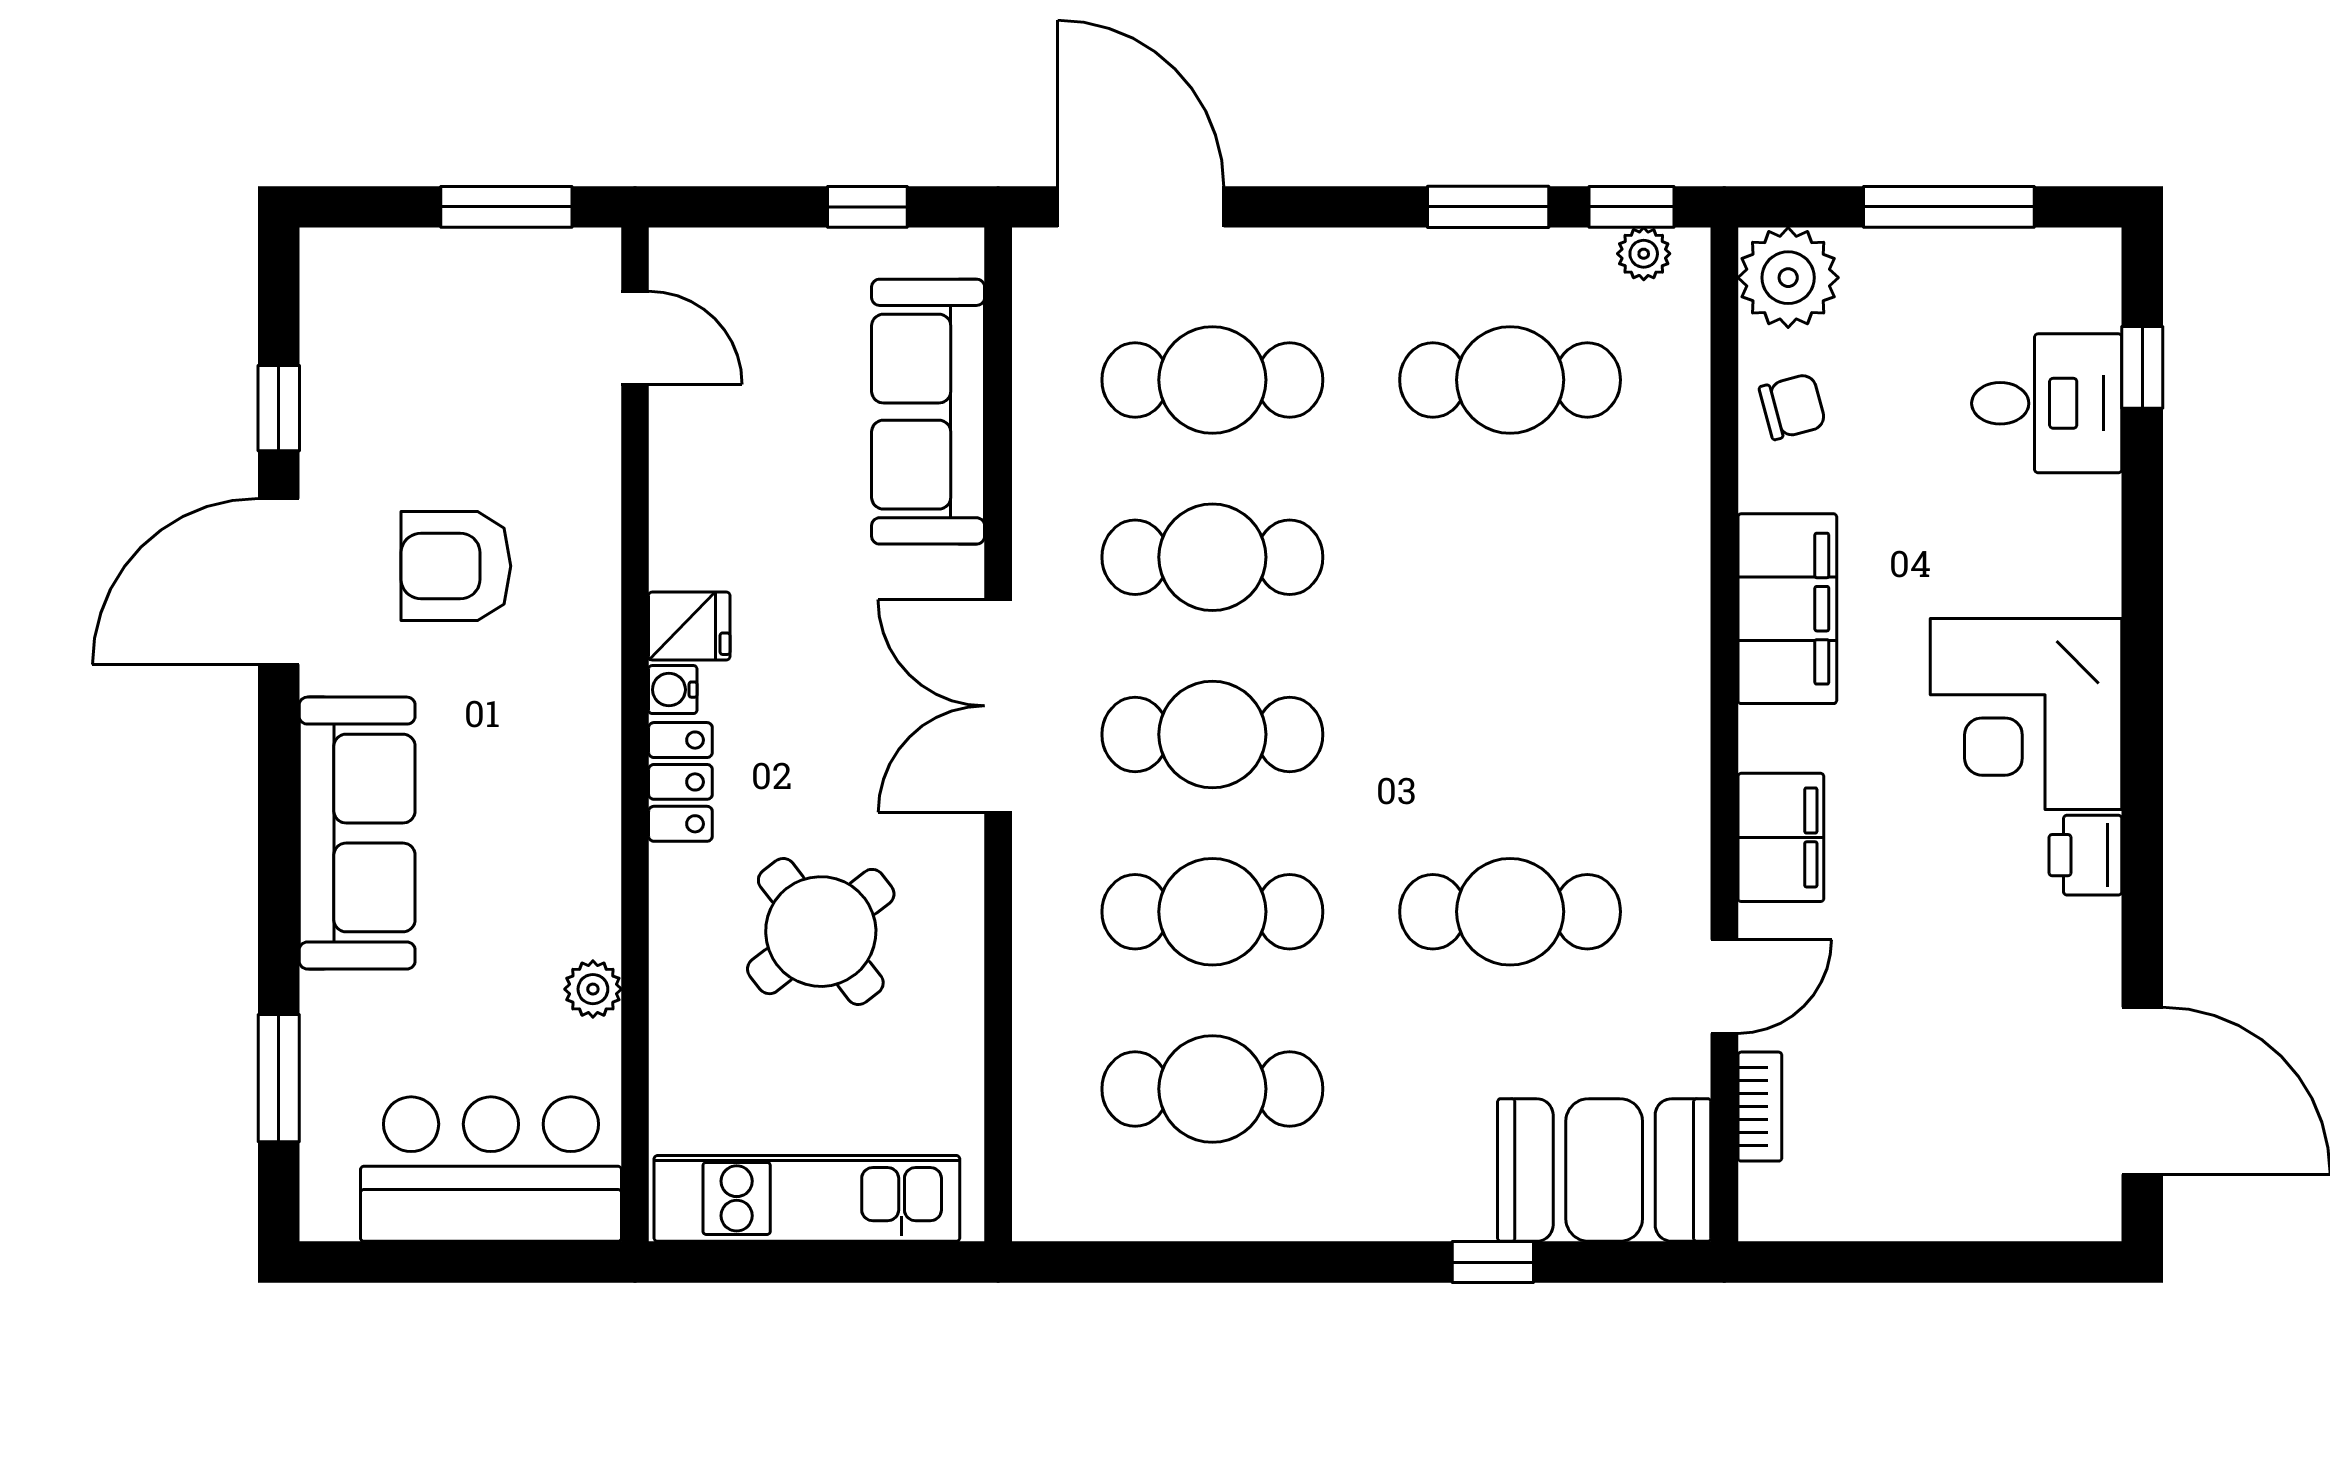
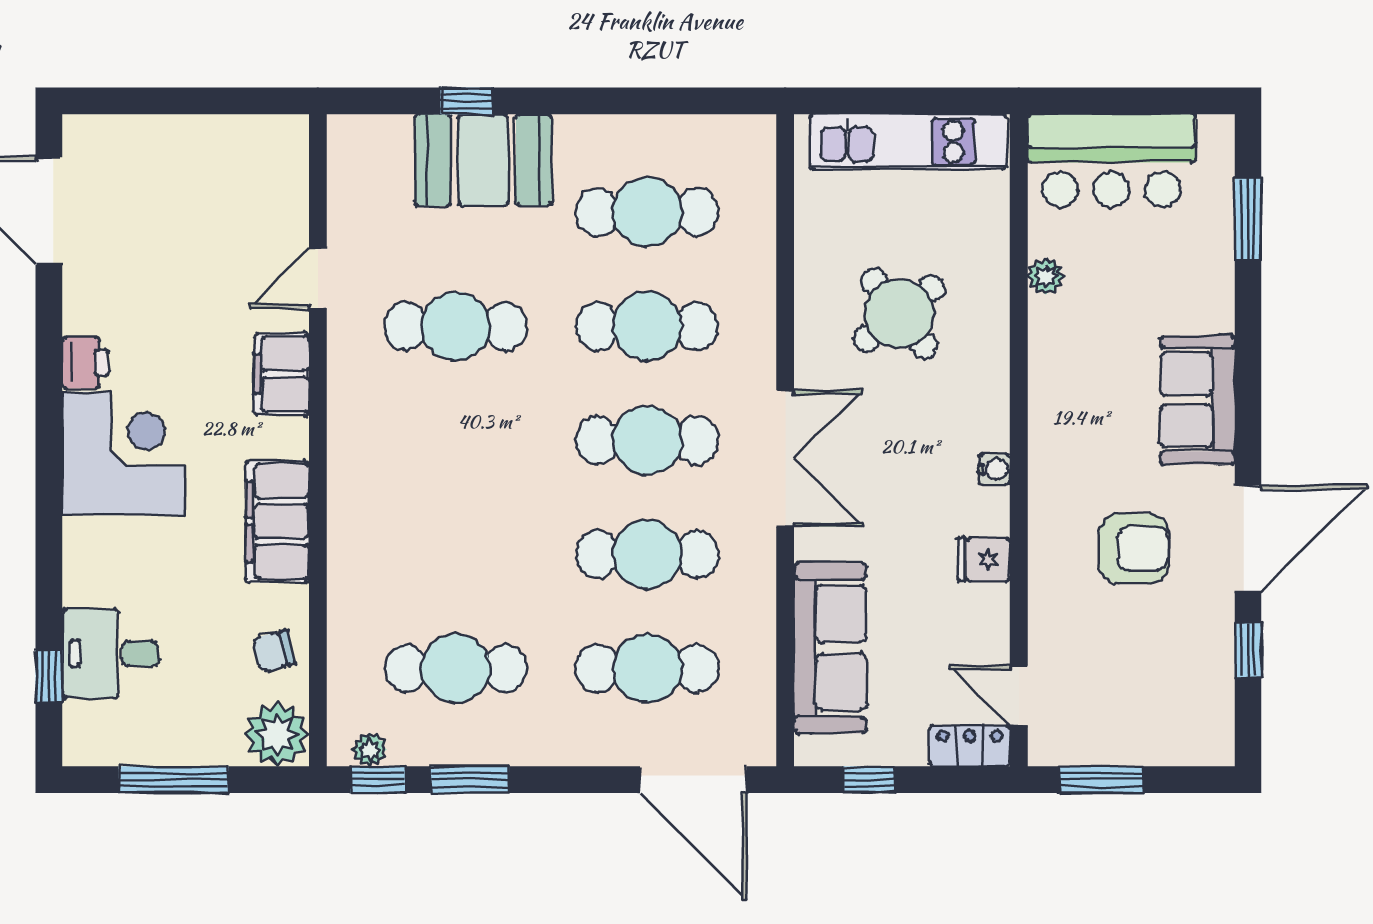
fridge: (689, 626) -> (984, 559), moved
locker: (680, 782) -> (970, 746), moved, turned 90
sofa: (357, 833) -> (1198, 400), width x0.73
bookcase: (1760, 1107) -> (295, 201), removed
booth: (1604, 1170) -> (483, 160), moved

